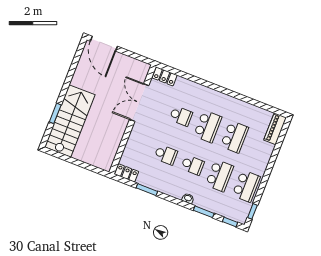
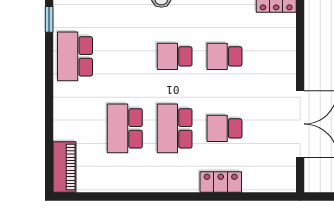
locker: (165, 76) -> (221, 182), moved
school desk: (219, 176) -> (125, 56), removed

